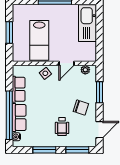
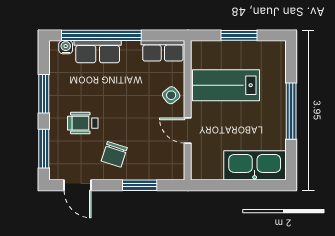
plant: (85, 70) -> (177, 162), removed
row of seats: (19, 89) -> (163, 51), moved

